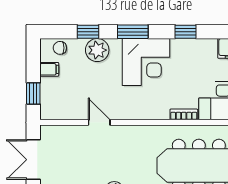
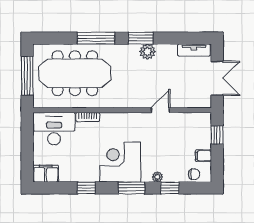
plant: (97, 50) -> (157, 177), width x0.53, depth x0.53
door: (99, 122) -> (160, 110), swing flipped

